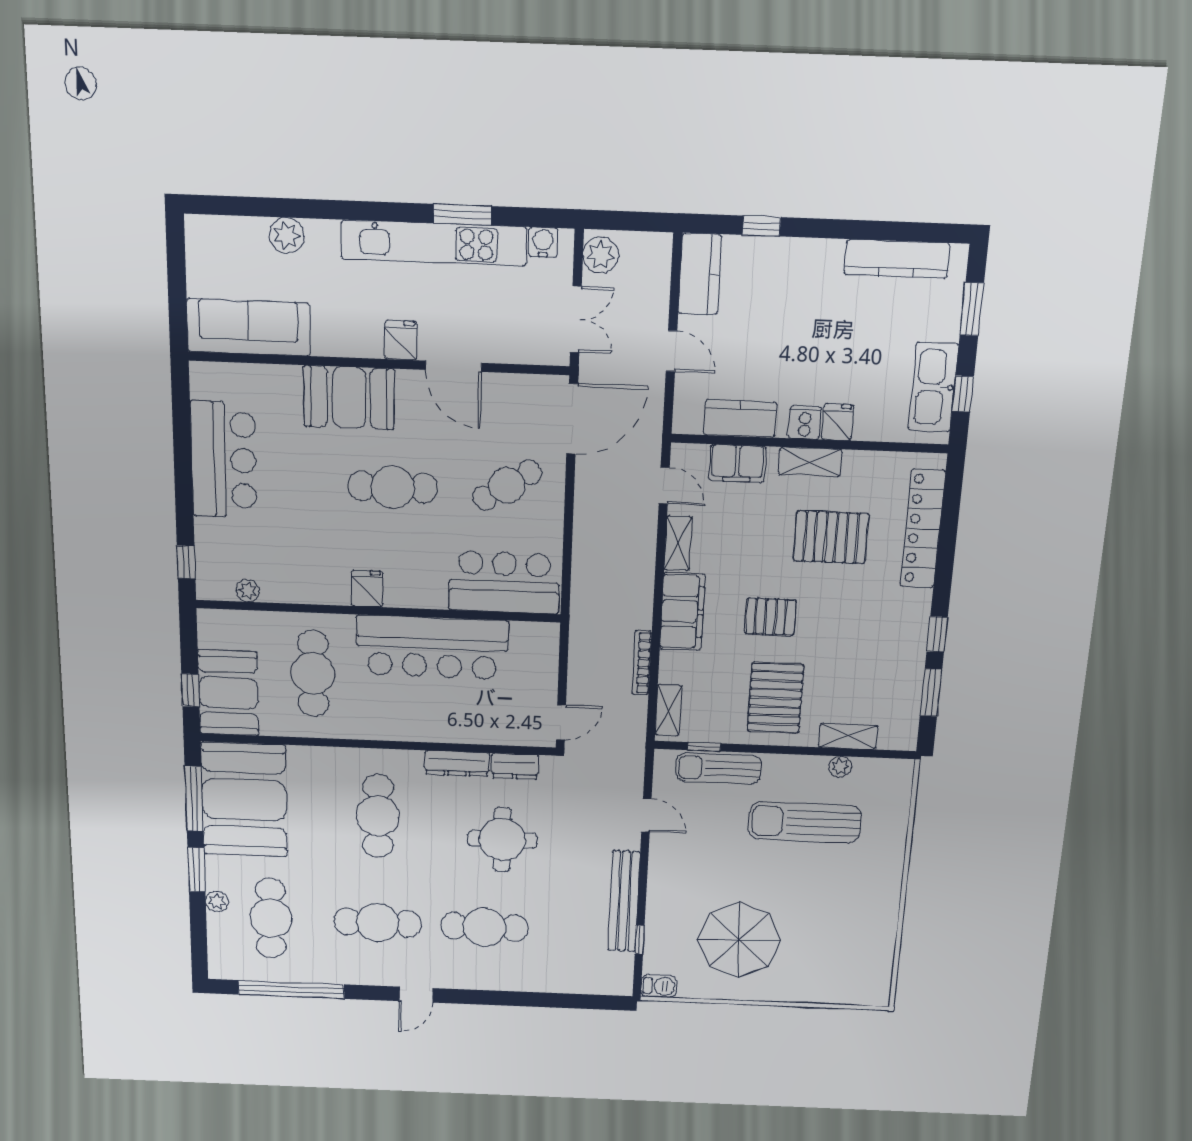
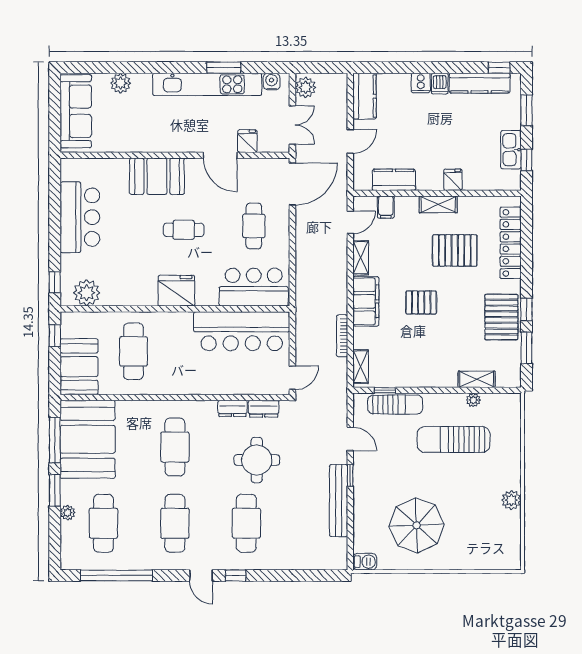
window: (762, 226) -> (499, 68), moved
dishwasher: (829, 257) -> (440, 84), added
sofa: (248, 327) -> (76, 111), moved, turned 90
fridge: (401, 340) -> (247, 141), moved
door: (671, 351) -> (350, 141), hinge flipped
kitchen sink: (933, 387) -> (511, 150), width x0.73, depth x0.81
cooker: (805, 422) -> (421, 83), moved, turned 180
filing cabinet: (737, 463) -> (386, 207), width x0.50
cafe table: (507, 485) -> (254, 226), turned -58
door: (664, 486) -> (350, 222), hinge flipped
cafe table: (393, 487) -> (184, 230), width x0.73, depth x0.74
fridge: (367, 589) -> (176, 291), width x1.88, depth x1.34
plant: (248, 591) -> (87, 293), width x1.87, depth x1.87
bar counter: (432, 647) -> (242, 331), moved
window: (190, 690) -> (55, 336), moved
pallet: (775, 698) -> (501, 317), moved
dresser: (457, 763) -> (233, 408), width x0.70
sun lounger: (718, 768) -> (395, 405), turned 180
plant: (885, 911) -> (511, 500), added
cafe table: (378, 923) -> (175, 523), turned 90
cafe table: (484, 927) -> (246, 523), turned 90
window: (640, 940) -> (350, 476), moved
door: (416, 995) -> (201, 575), hinge flipped
window: (467, 997) -> (235, 575), added

